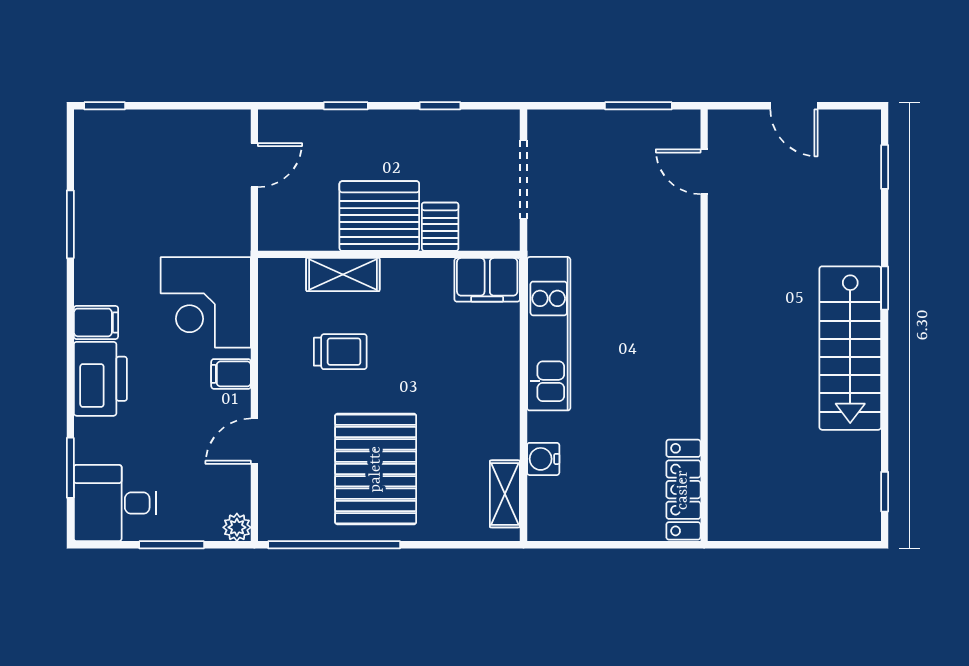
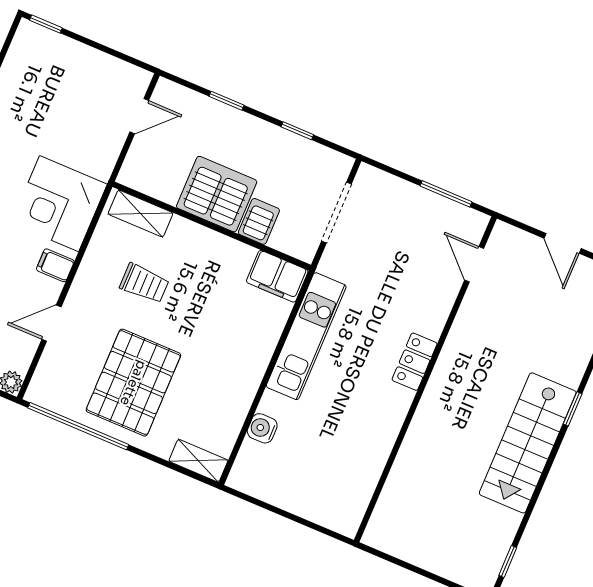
shelving: (343, 275) -> (141, 214), moved
locker: (683, 490) -> (415, 362), moved, width x0.66
shelving: (505, 494) -> (198, 461), moved, turned 90

